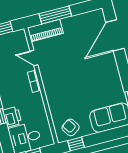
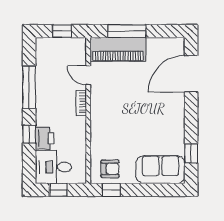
piano: (45, 30) -> (118, 49), width x1.37, depth x1.33
armchair: (71, 127) -> (110, 169), turned 124

